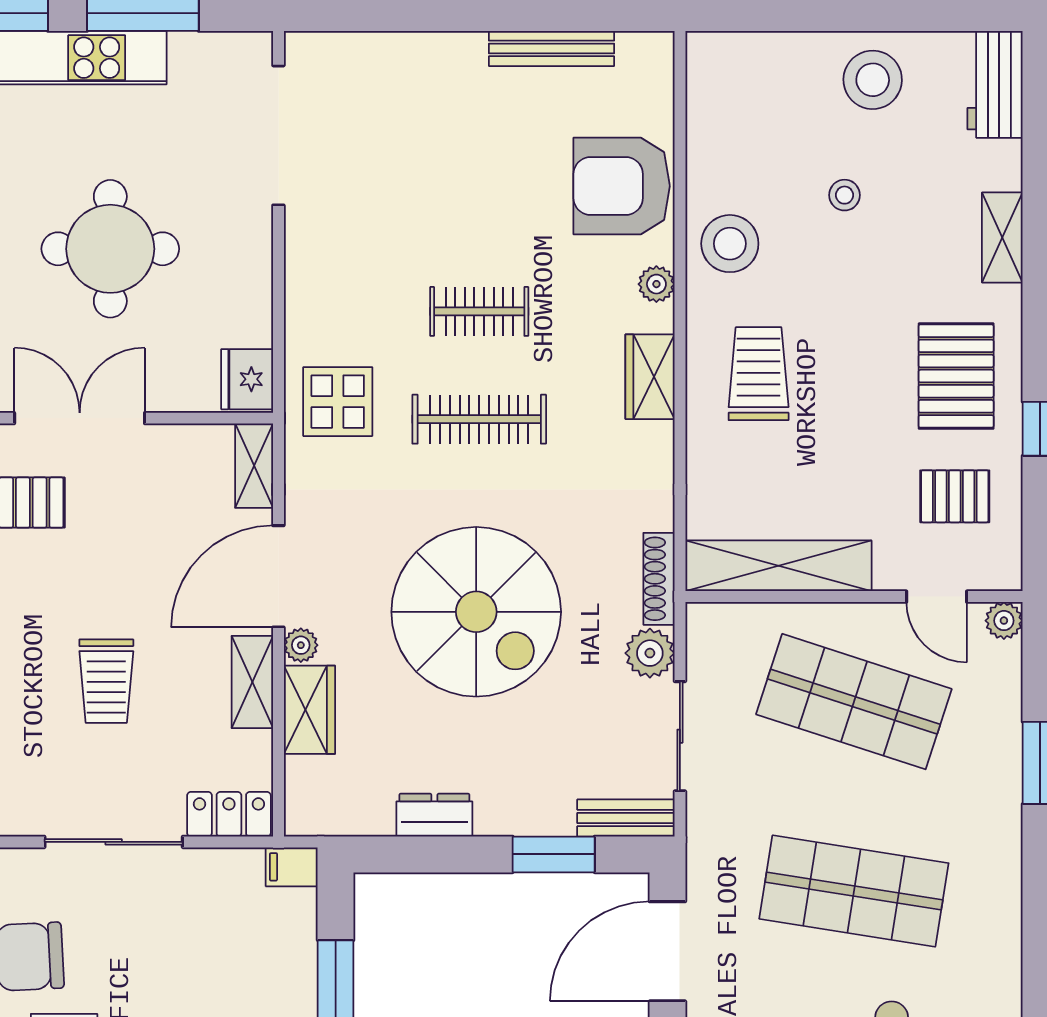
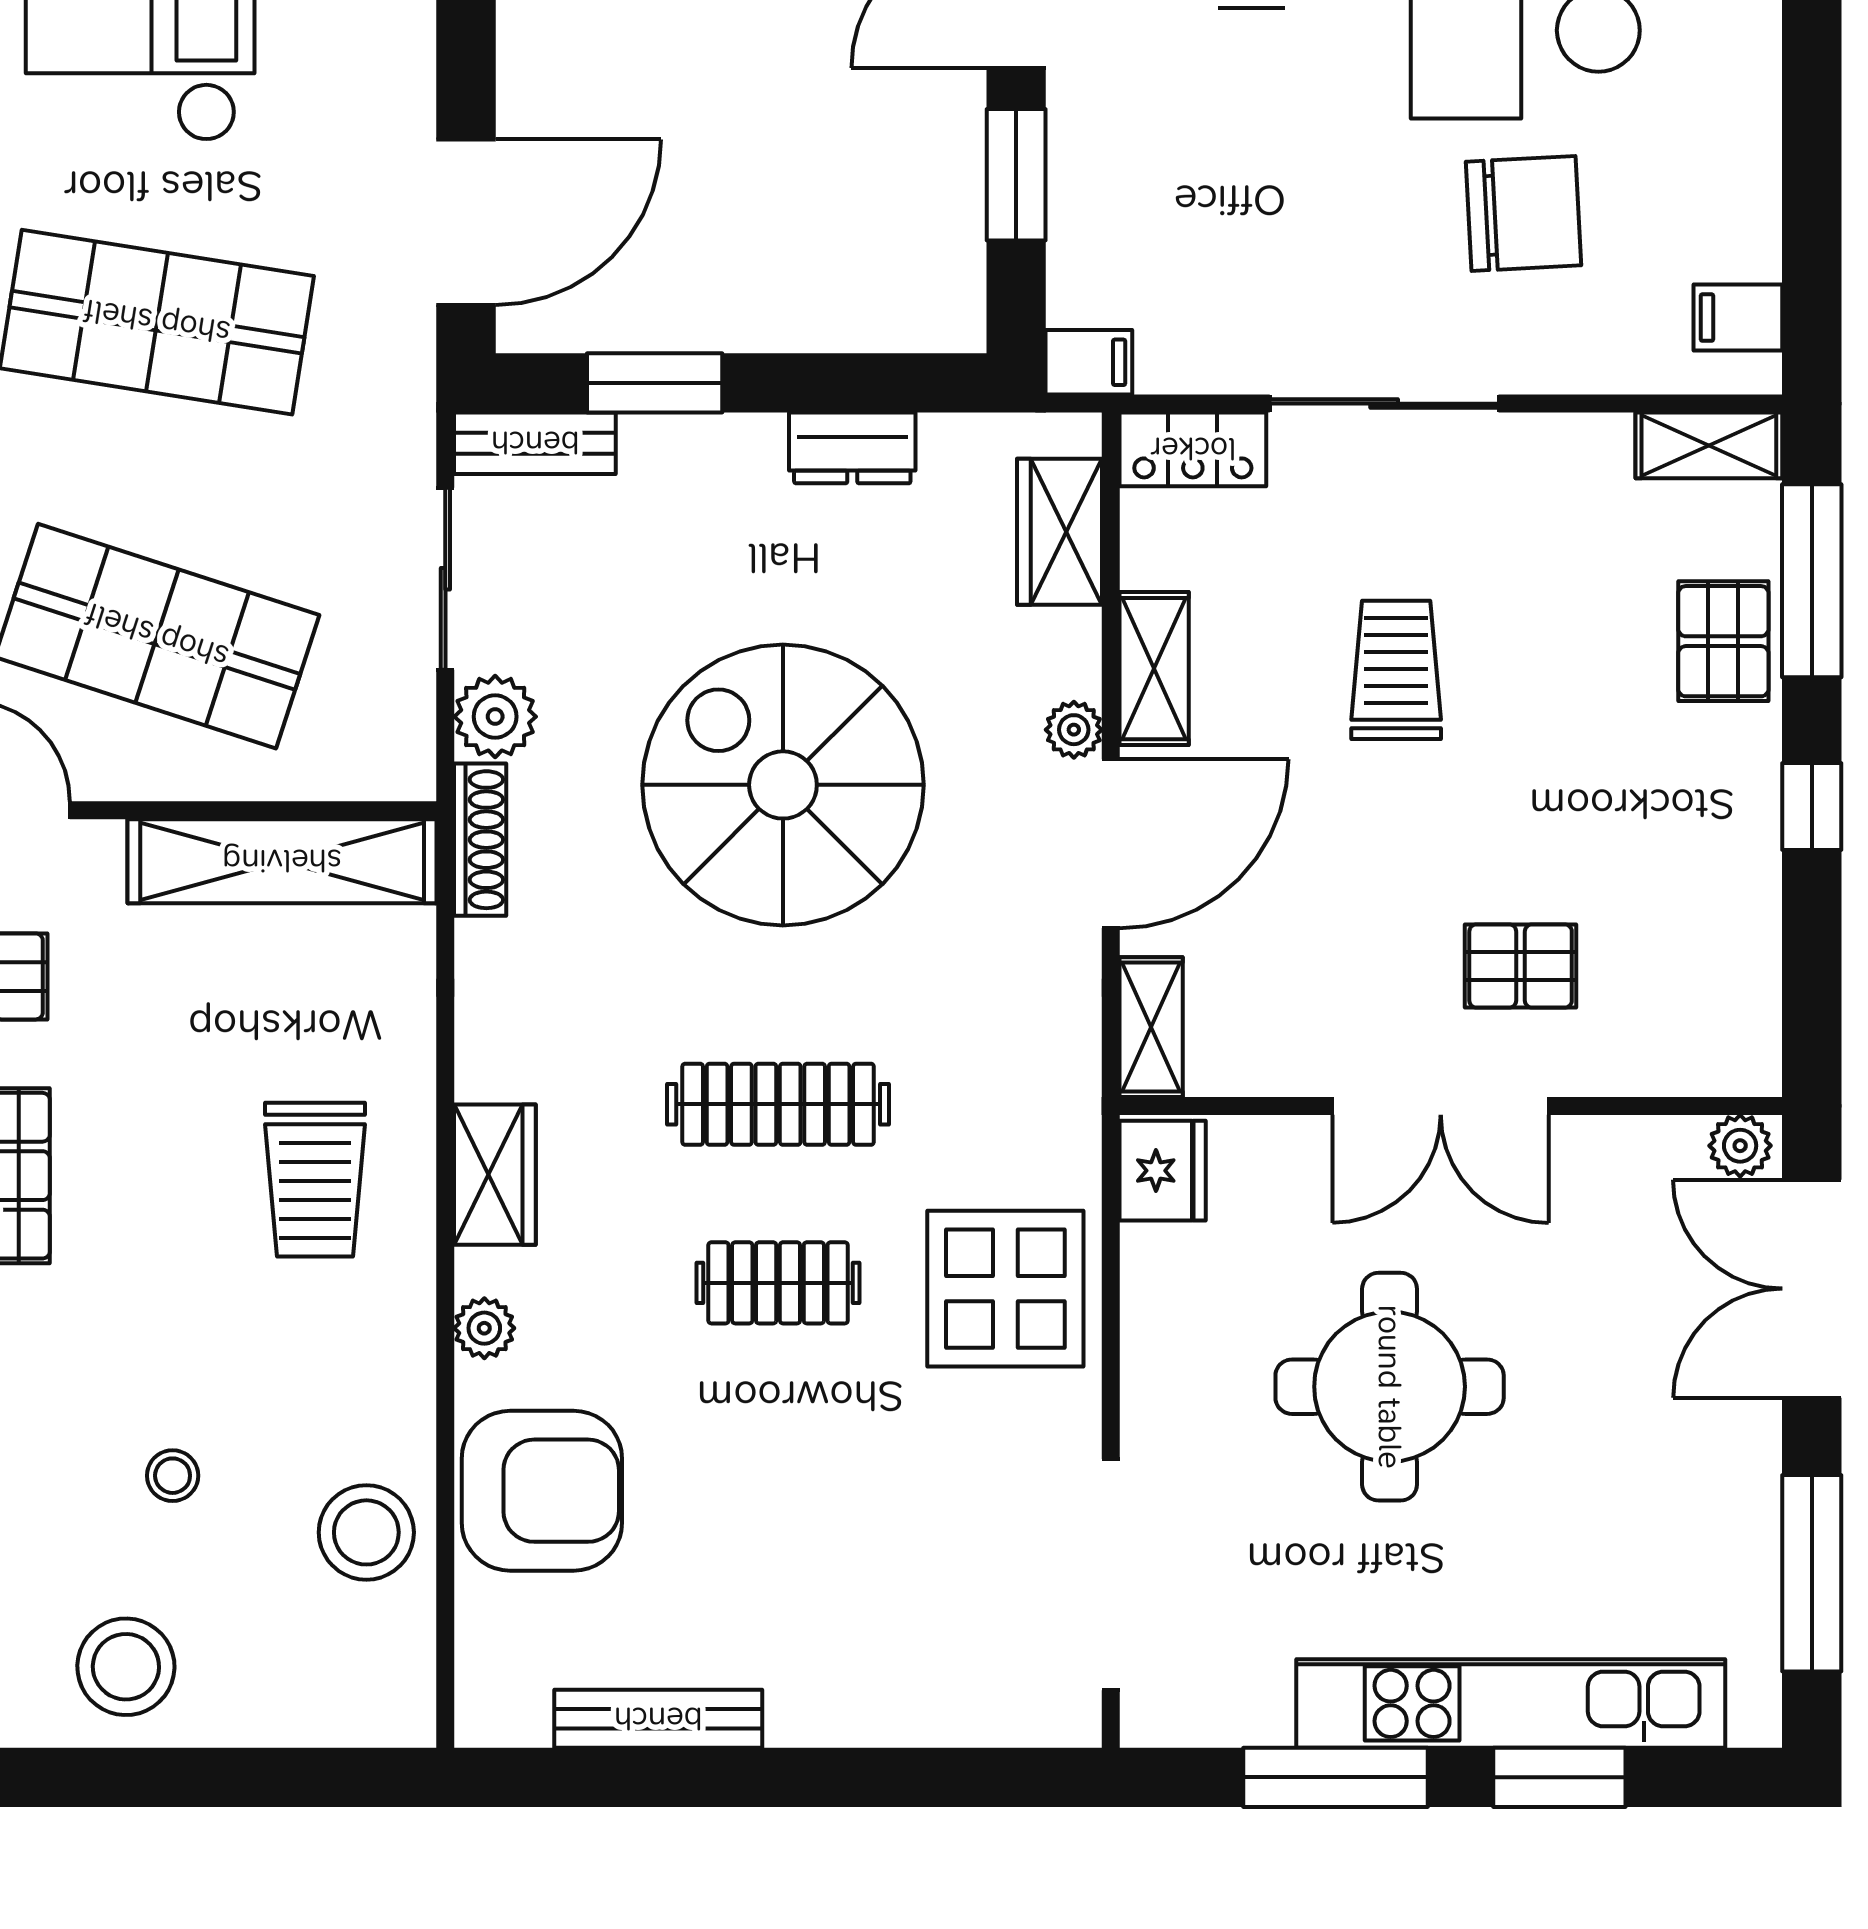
stool: (730, 244) -> (366, 1532), moved
display table: (338, 402) -> (1005, 1289), moved, width x1.36, depth x1.36
wardrobe: (309, 710) -> (1059, 532), moved

